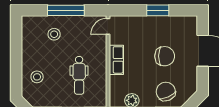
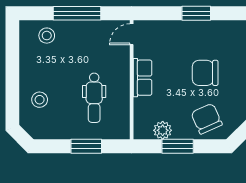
stool: (54, 34) -> (47, 36), moved
chair: (165, 56) -> (205, 73), turned 180

